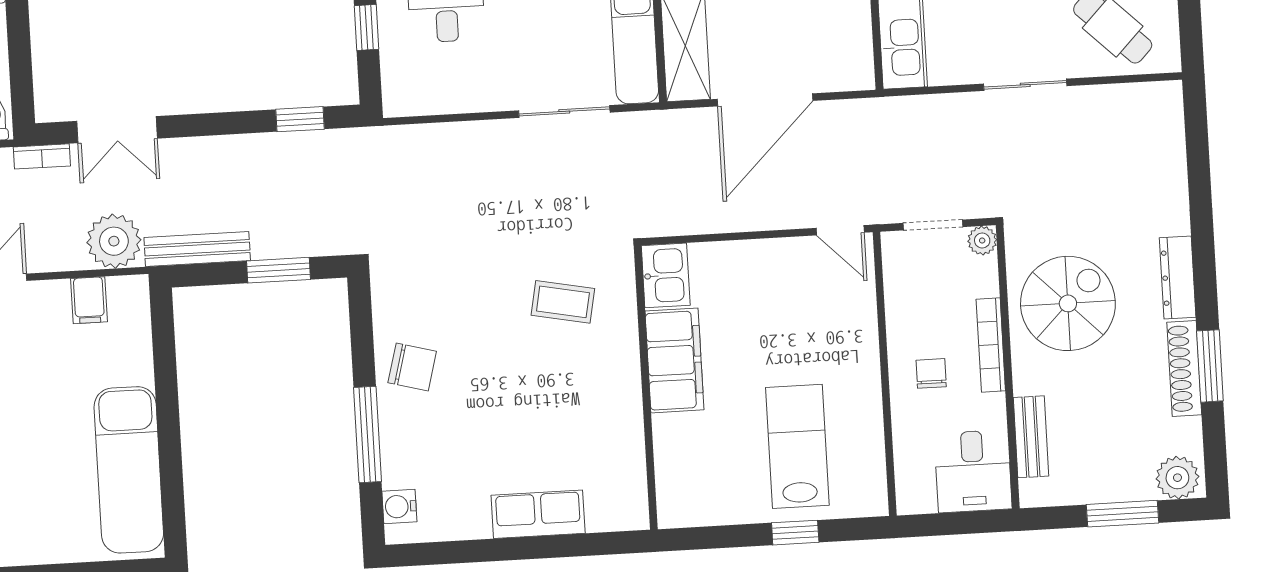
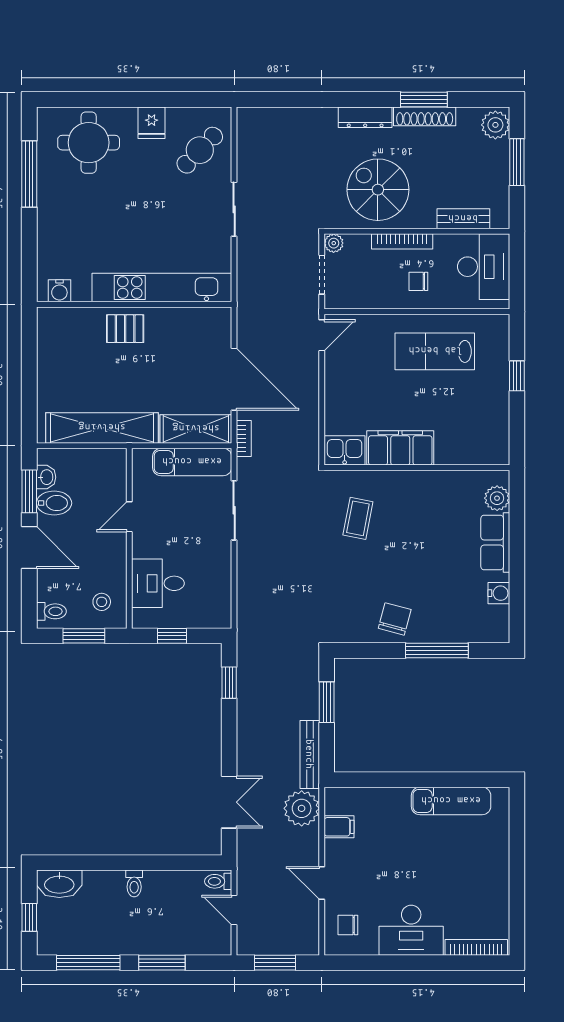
bookcase: (42, 156) -> (244, 438), moved
lab bench: (797, 446) -> (435, 351), moved
exam couch: (129, 470) -> (451, 801), width x0.73, depth x0.69
desk: (973, 471) -> (484, 267), width x1.37
water cooler: (399, 507) -> (499, 593), moved, turned -90
plant: (606, 513) -> (497, 498), added

